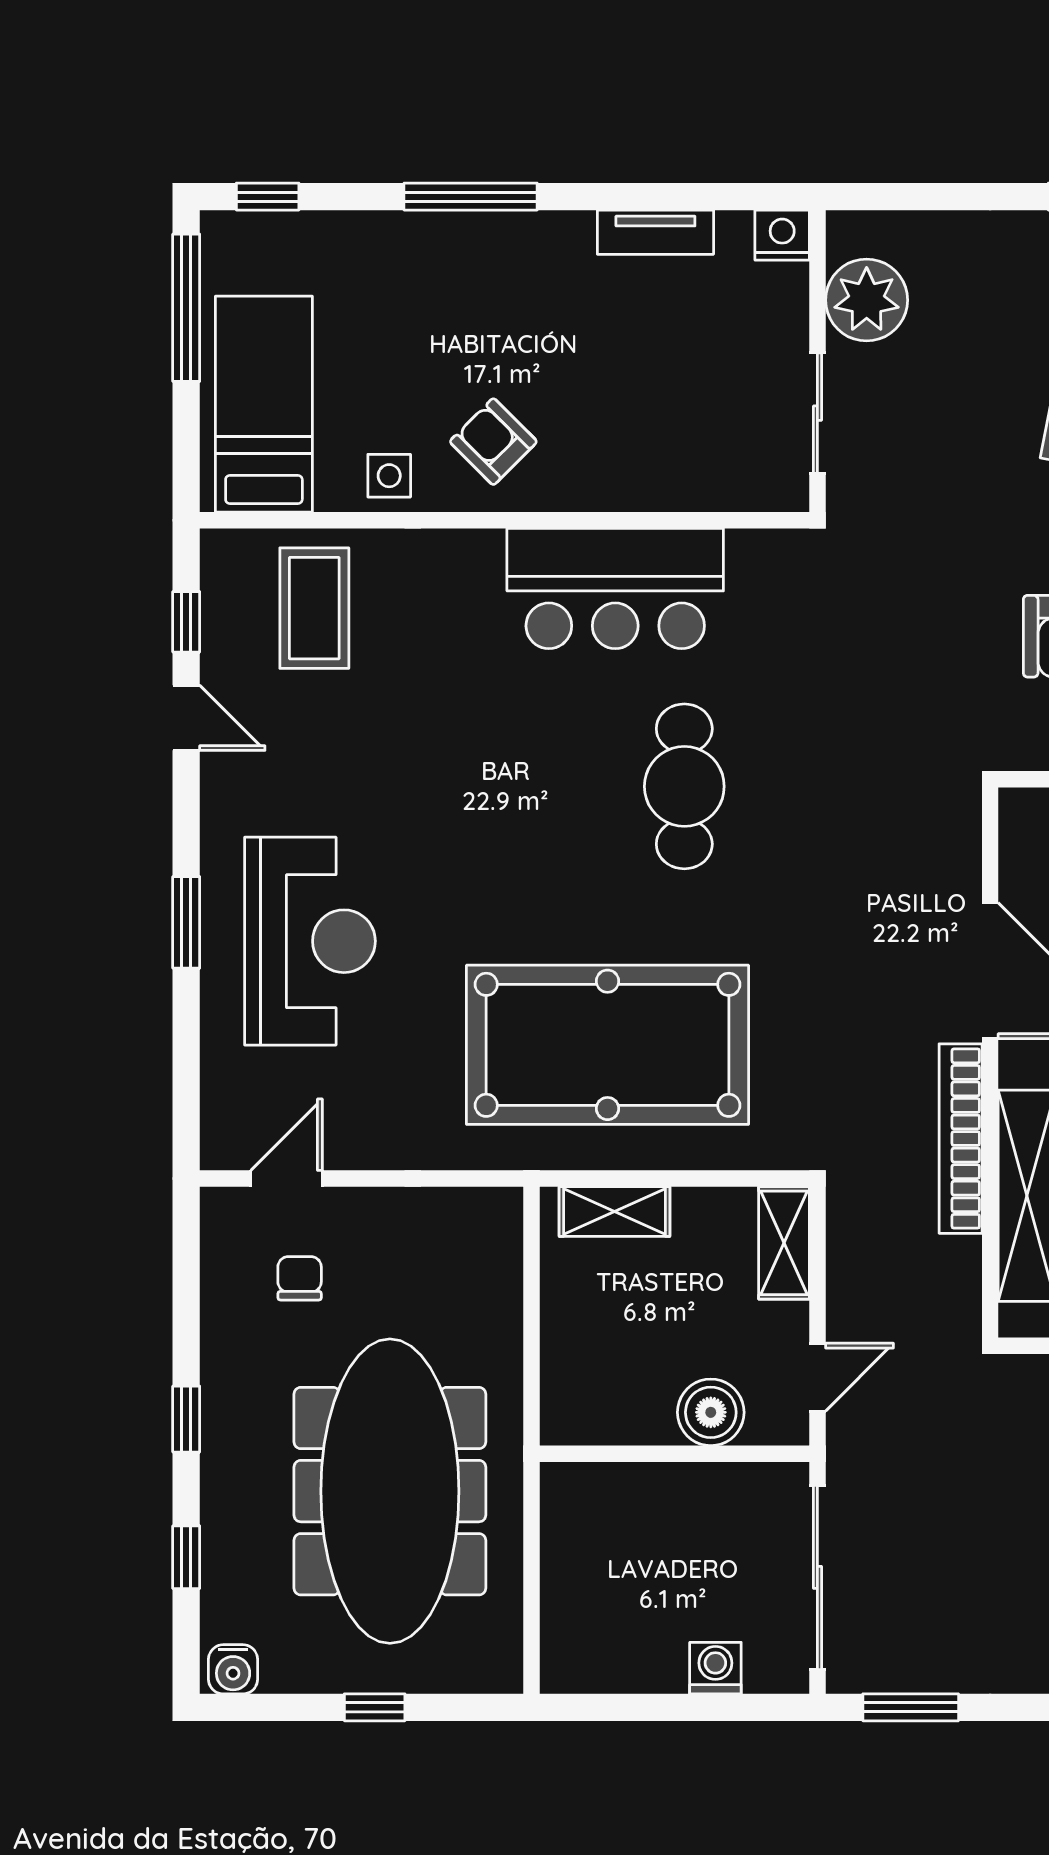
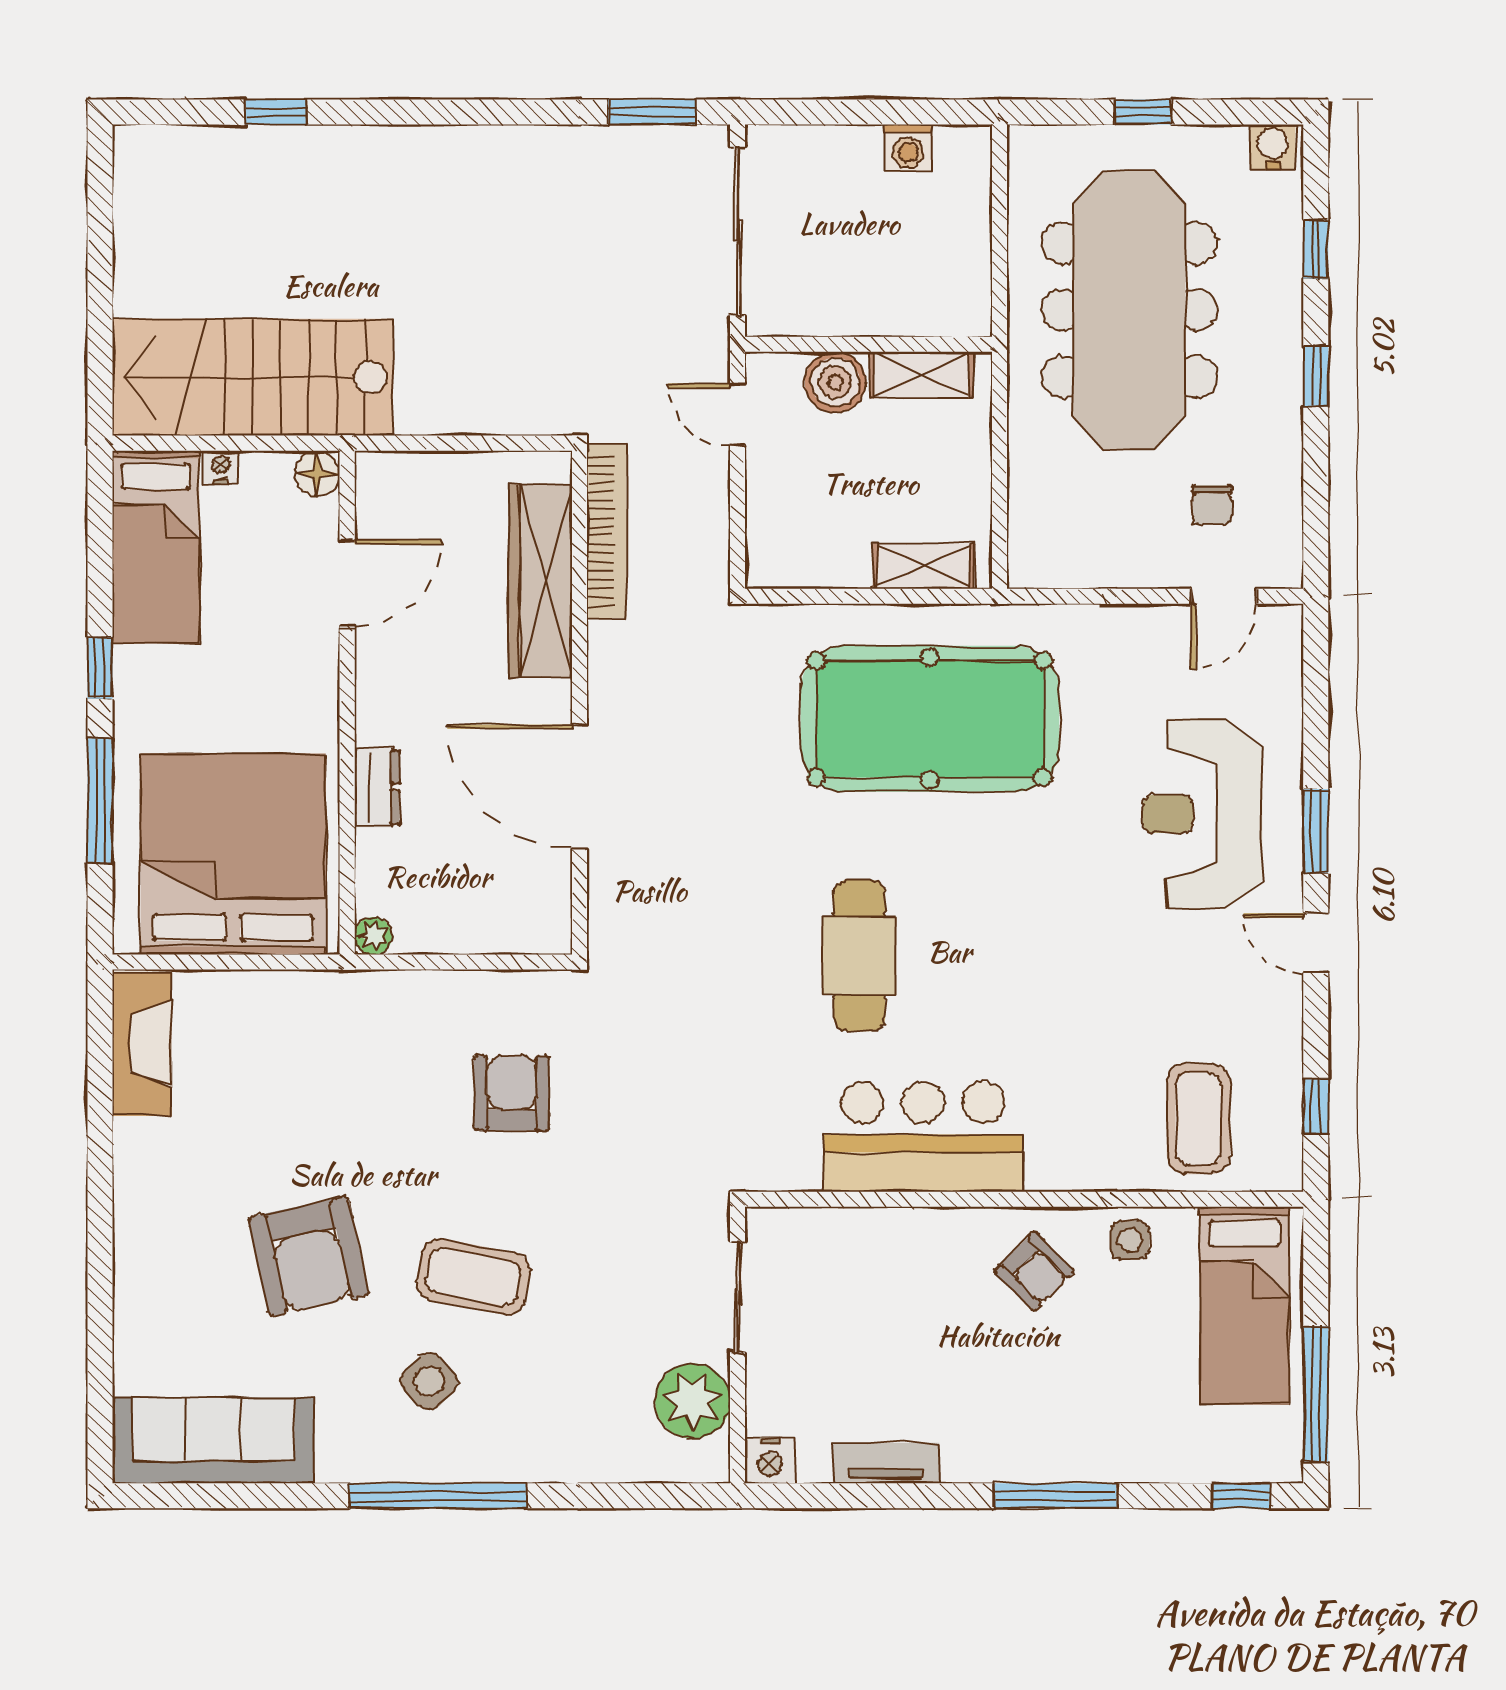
door: (186, 718) -> (1316, 943), moved
bookcase: (961, 1139) -> (607, 531), moved
shelving: (784, 1243) -> (921, 375), moved, turned 90
door: (817, 1377) -> (738, 414), hinge flipped
washing machine: (715, 1668) -> (908, 148), moved

